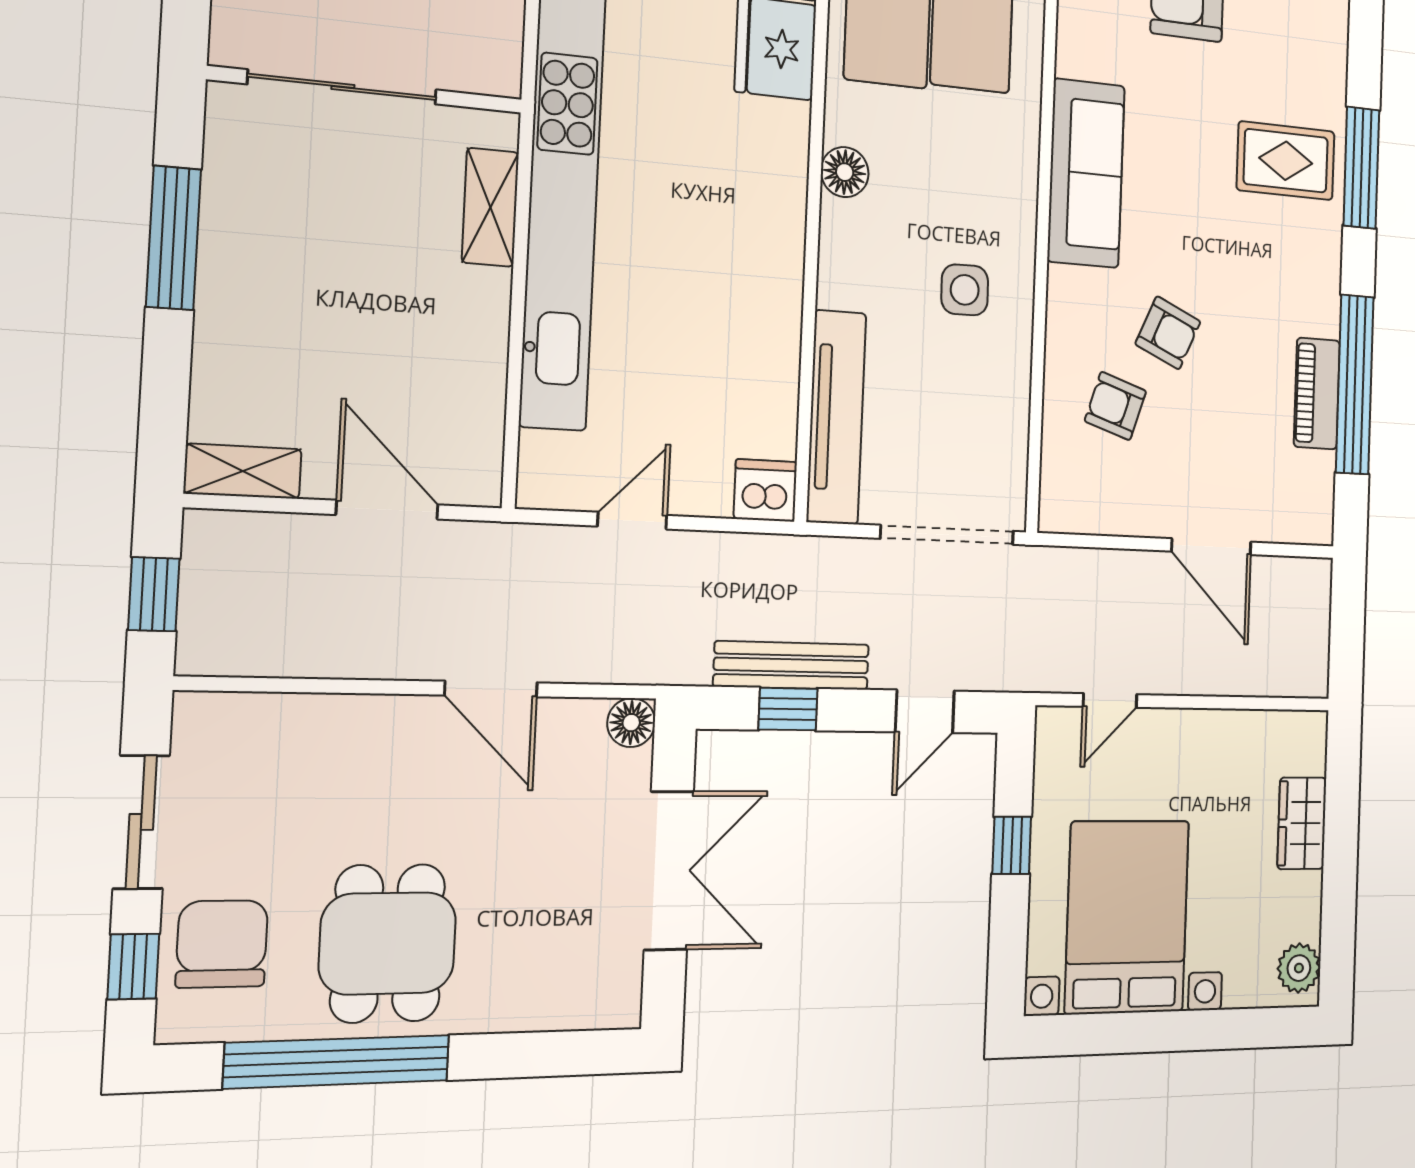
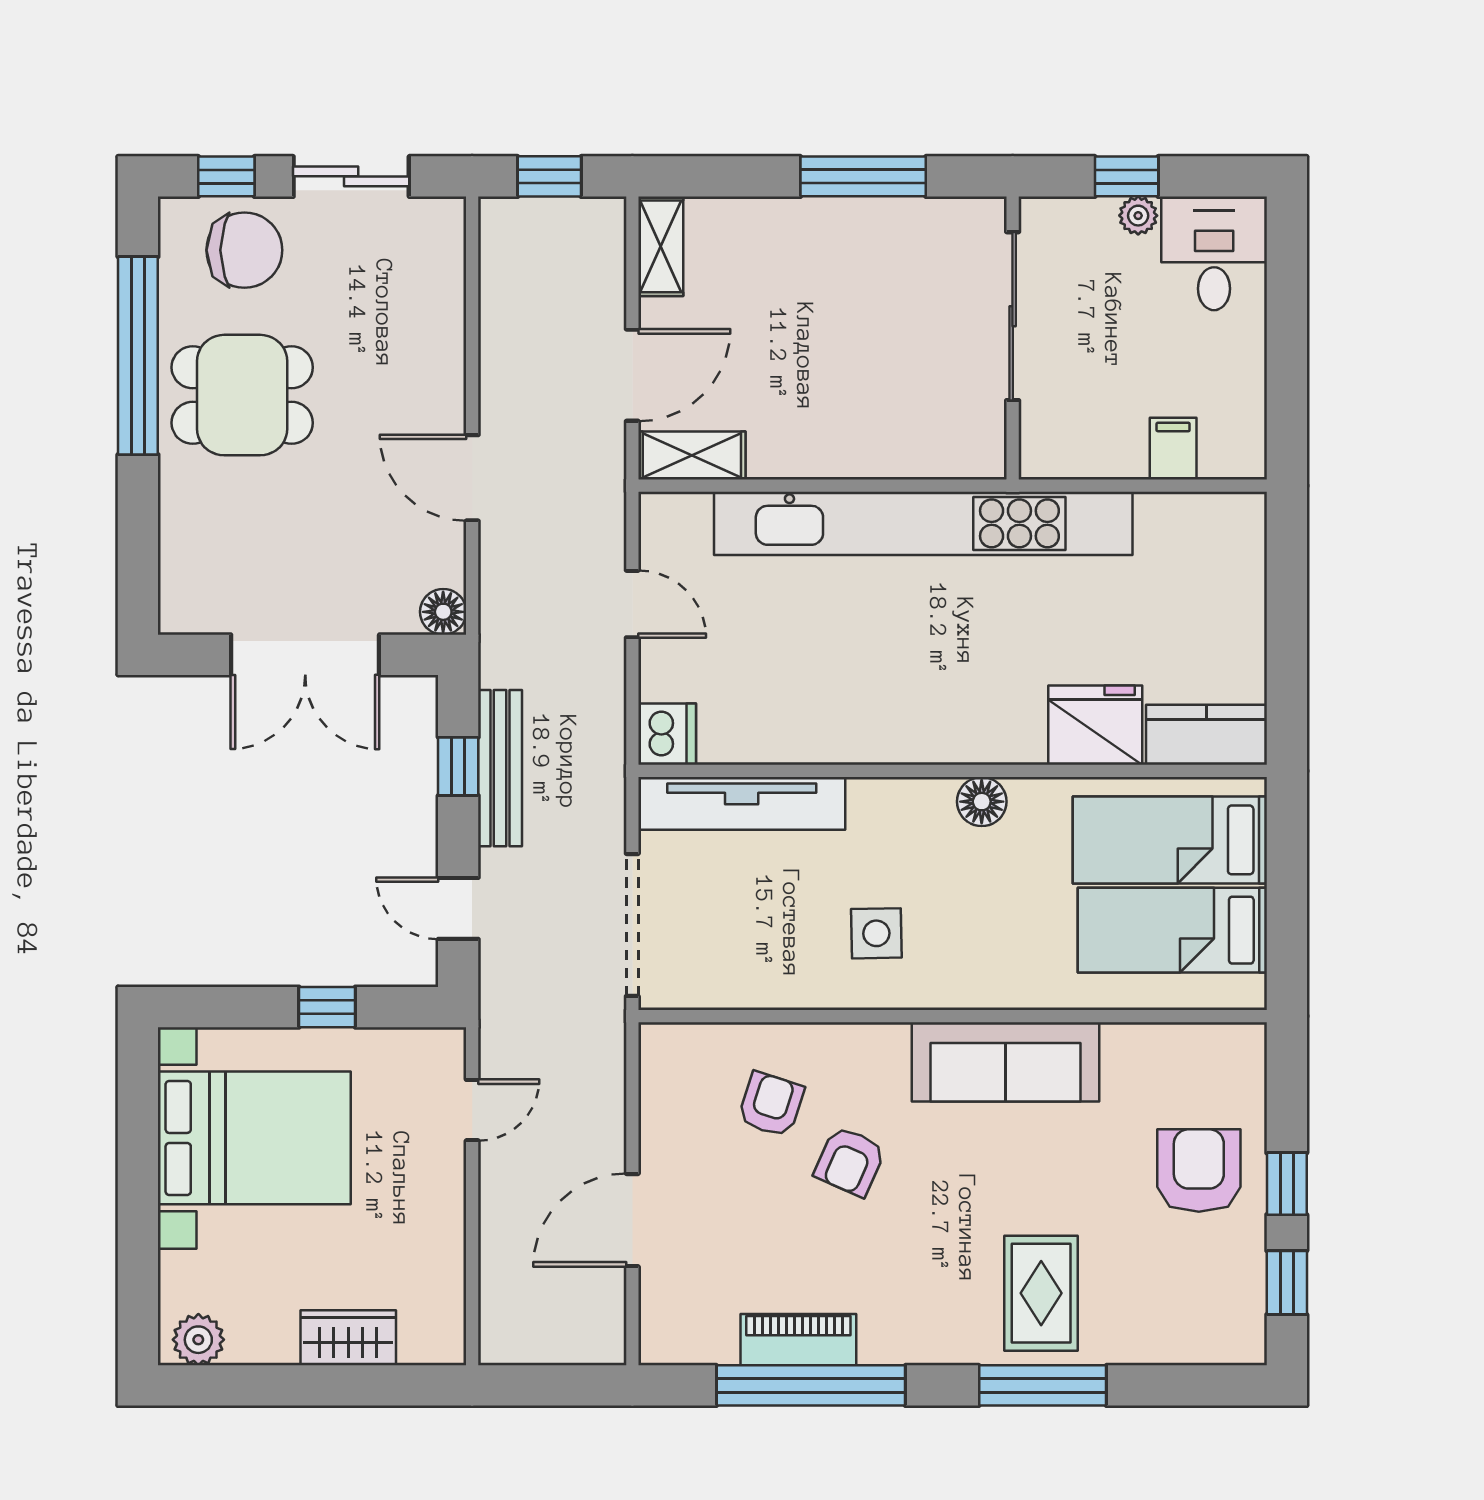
shelving: (490, 207) -> (692, 456), moved
door: (491, 689) -> (472, 478), hinge flipped
door: (1110, 700) -> (472, 1110), swing flipped

